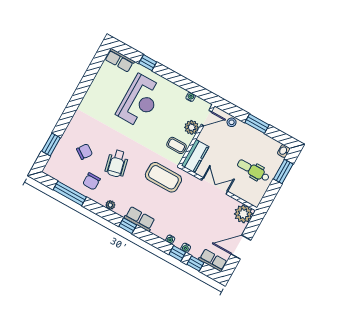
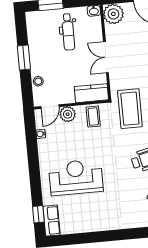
window: (148, 63) -> (38, 214), moved
door: (206, 118) -> (50, 107), swing flipped
washbasin: (284, 151) -> (94, 11), moved

